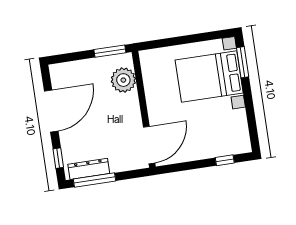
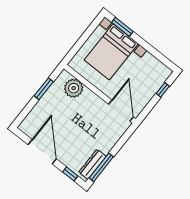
plant: (123, 80) -> (74, 88), moved
wall: (144, 109) -> (100, 94), moved
door: (149, 145) -> (121, 111), moved

